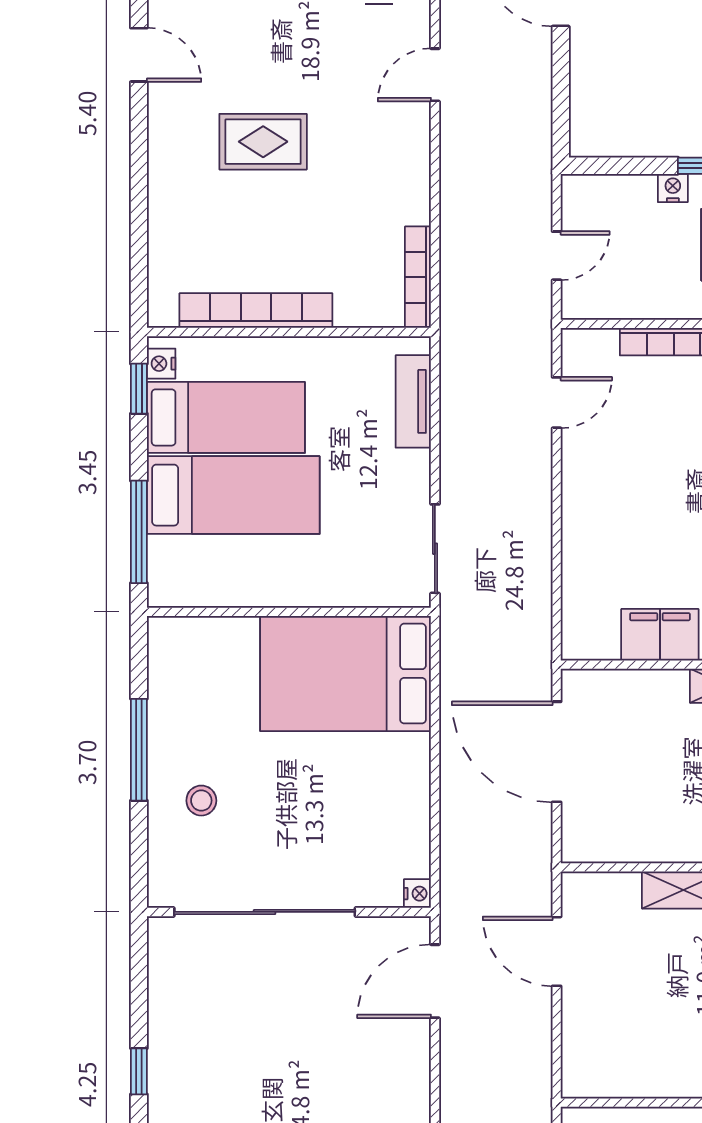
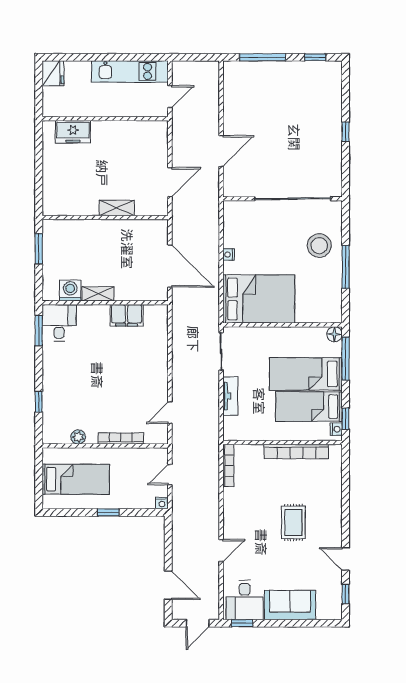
rug: (263, 142) -> (293, 522), turned 90
nightstand: (673, 188) -> (162, 503), moved
tv unit: (413, 401) -> (230, 396), moved
floor lamp: (165, 590) -> (334, 334), added
stool: (201, 801) -> (319, 246), width x1.89, depth x1.89
nightstand: (417, 894) -> (229, 255), moved
door: (557, 951) -> (170, 182), hinge flipped
door: (435, 981) -> (221, 151), moved

